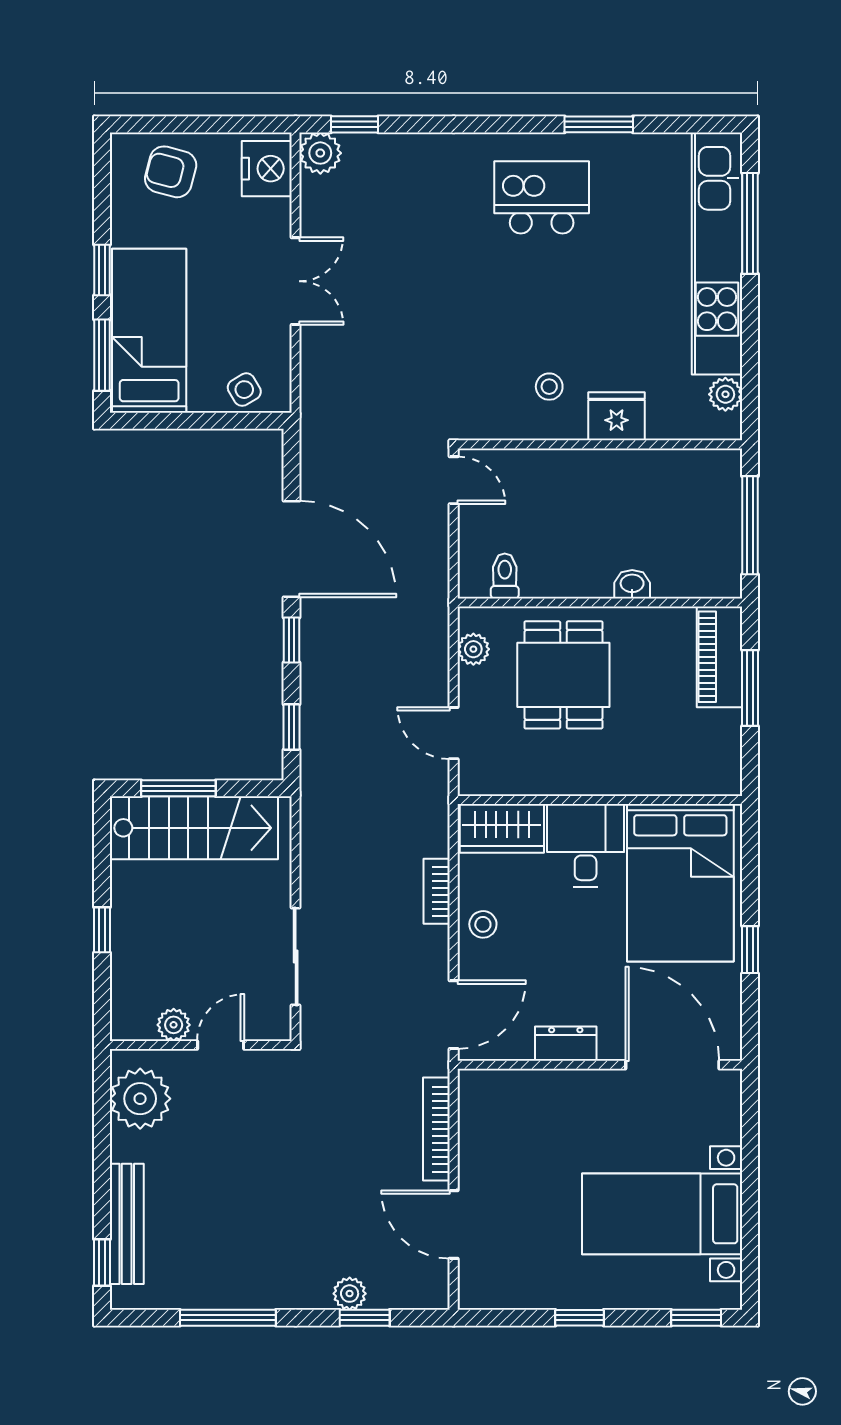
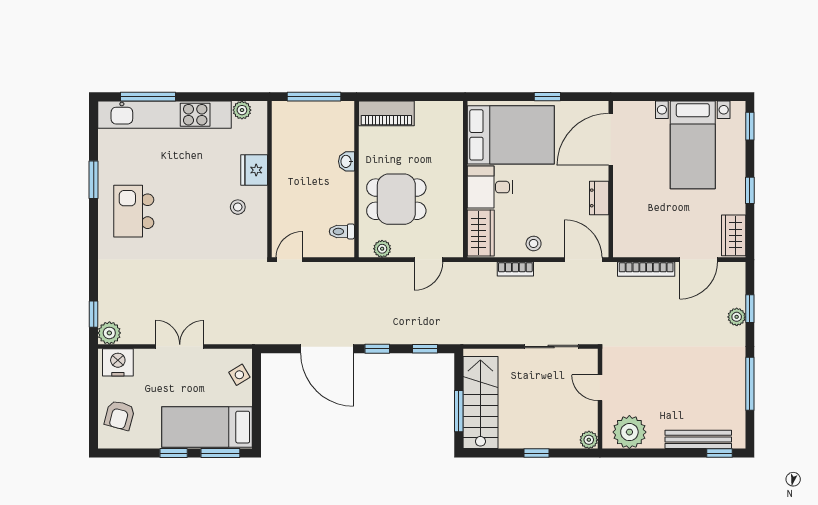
door: (292, 549) -> (327, 349), swing flipped
window: (750, 688) -> (404, 97), removed
plant: (174, 1025) -> (589, 440), moved
wardrobe: (498, 1288) -> (734, 235), added

